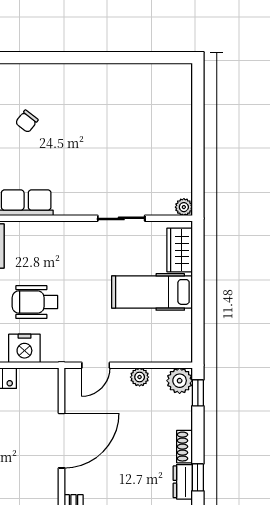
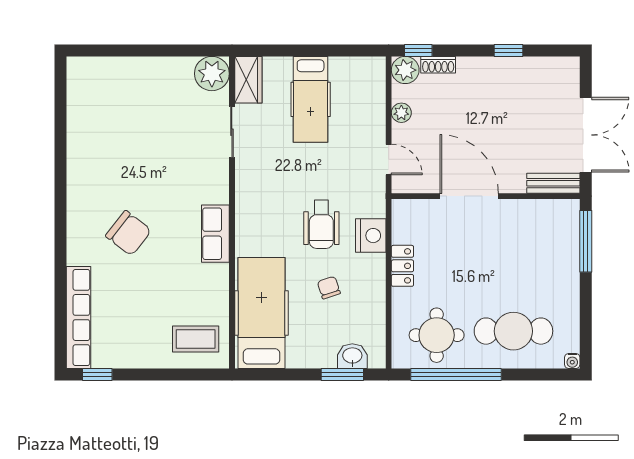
chair: (27, 121) -> (128, 233), width x1.87, depth x1.87
plant: (184, 207) -> (212, 74), width x1.88, depth x1.88
wardrobe: (180, 250) -> (248, 80), moved, turned -90
shoe rack: (185, 447) -> (438, 65), moved
dresser: (183, 482) -> (513, 67), removed

